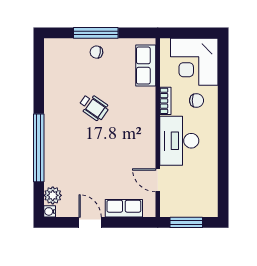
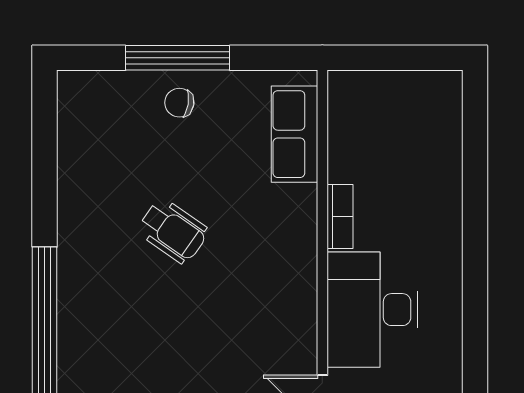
corner desk: (194, 62) -> (408, 125), removed
chair: (197, 100) -> (413, 216), removed

